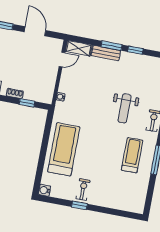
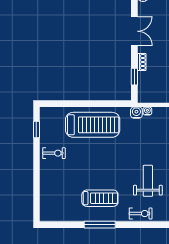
weight bench: (125, 108) -> (148, 181), turned 90
water cooler: (44, 190) -> (136, 113), moved
window: (79, 205) -> (36, 129), moved

